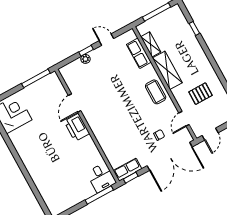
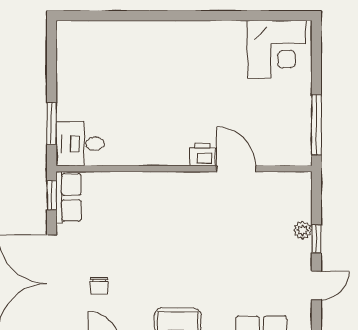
printer: (77, 127) -> (202, 155), width x0.53, depth x0.68
window: (99, 195) -> (52, 124), width x0.69

